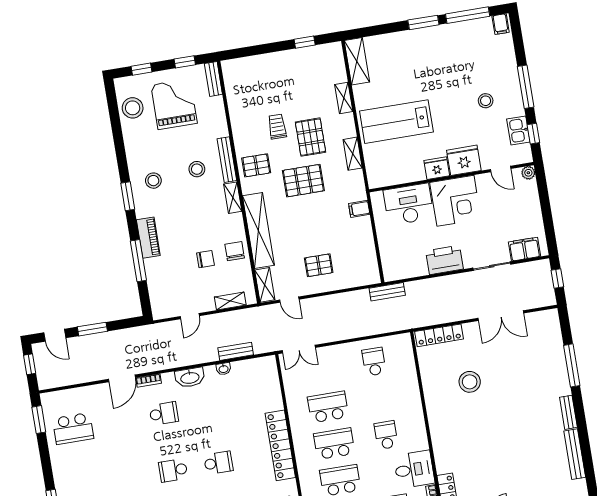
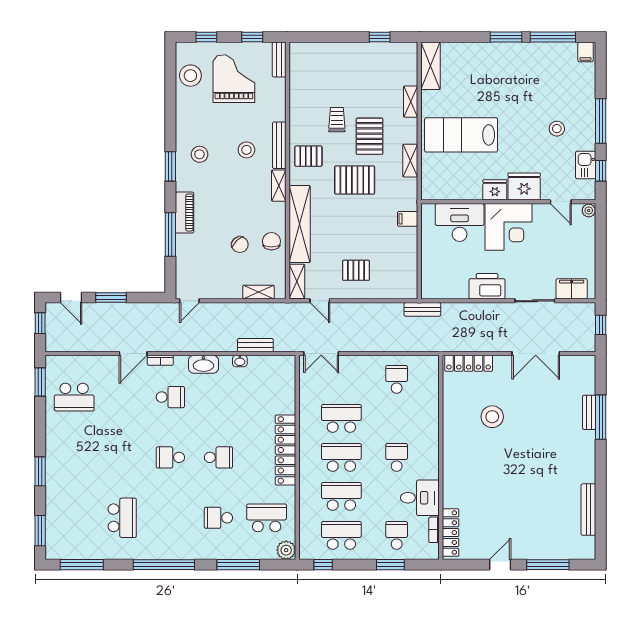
chair: (205, 259) -> (240, 245), turned 45
door: (190, 316) -> (189, 301), moved
bench: (568, 412) -> (589, 412), moved

